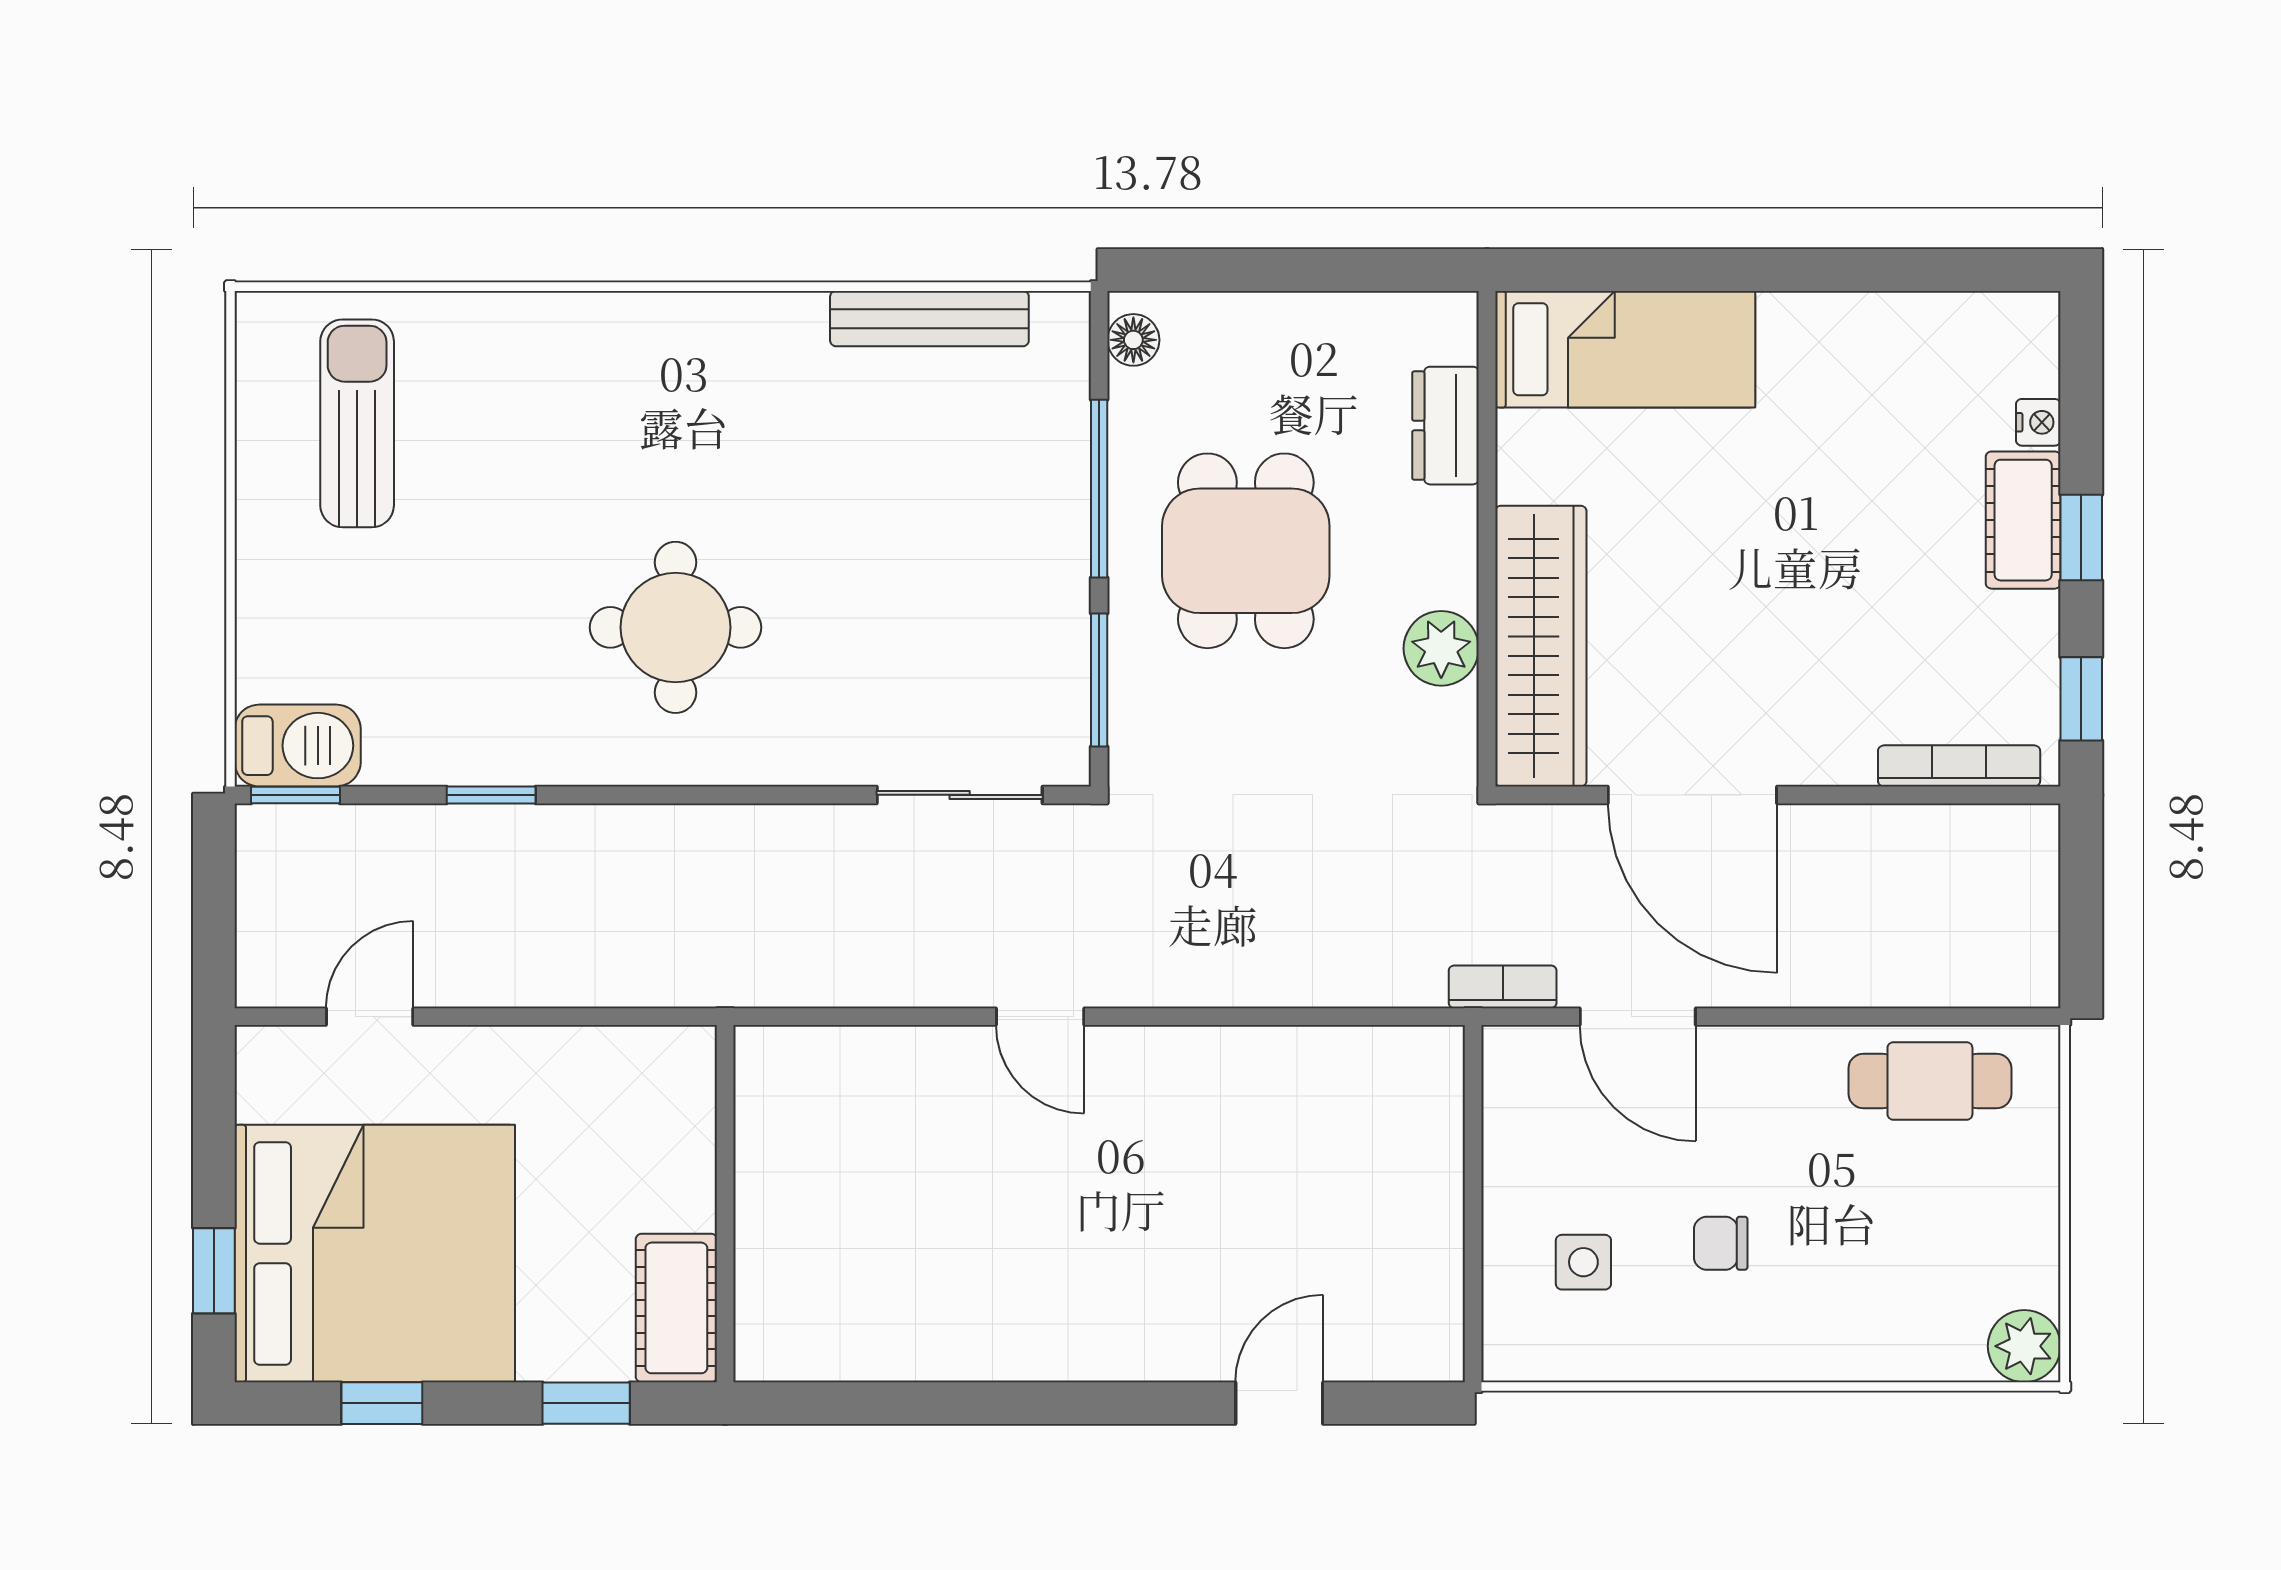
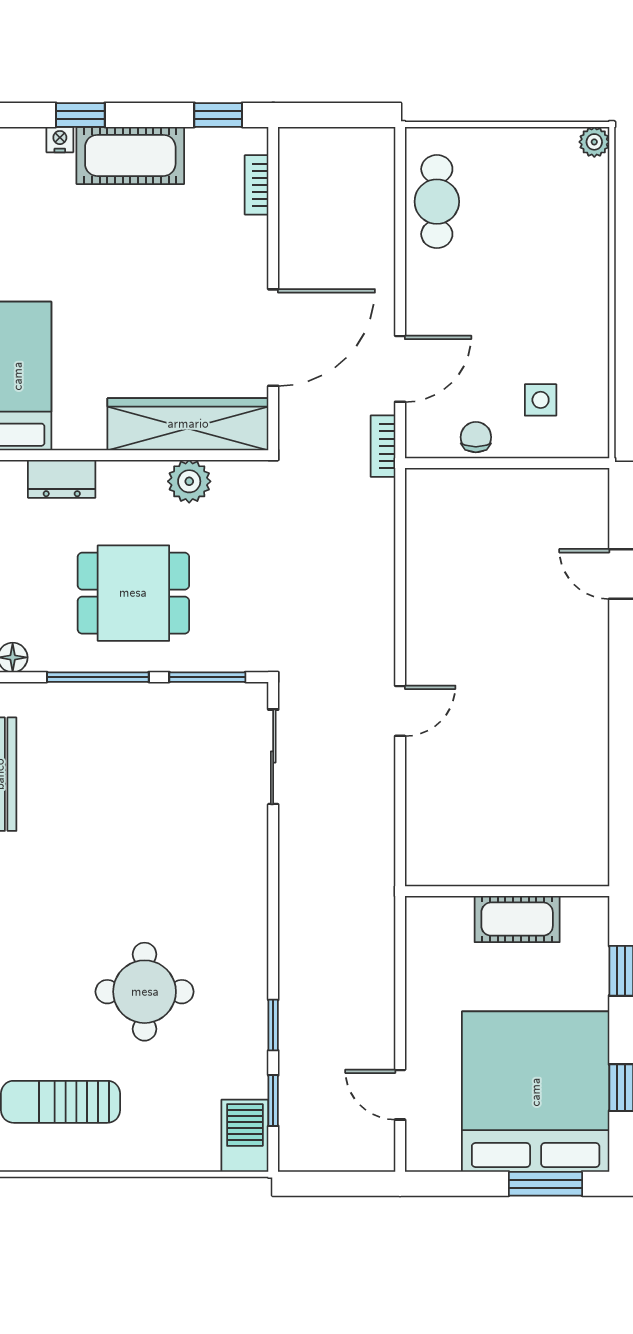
cot: (2023, 520) -> (130, 155), width x1.37, depth x1.34
window: (2081, 538) -> (80, 115), moved
round table: (676, 627) -> (145, 992), moved
bookcase: (1959, 766) -> (257, 185), width x0.64
window: (296, 795) -> (273, 1101), moved
chair: (1721, 1243) -> (476, 437), moved, turned 180
window: (214, 1271) -> (545, 1184), width x1.50
cot: (676, 1308) -> (517, 919), moved
plant: (2024, 1346) -> (594, 142), width x0.73, depth x0.73

